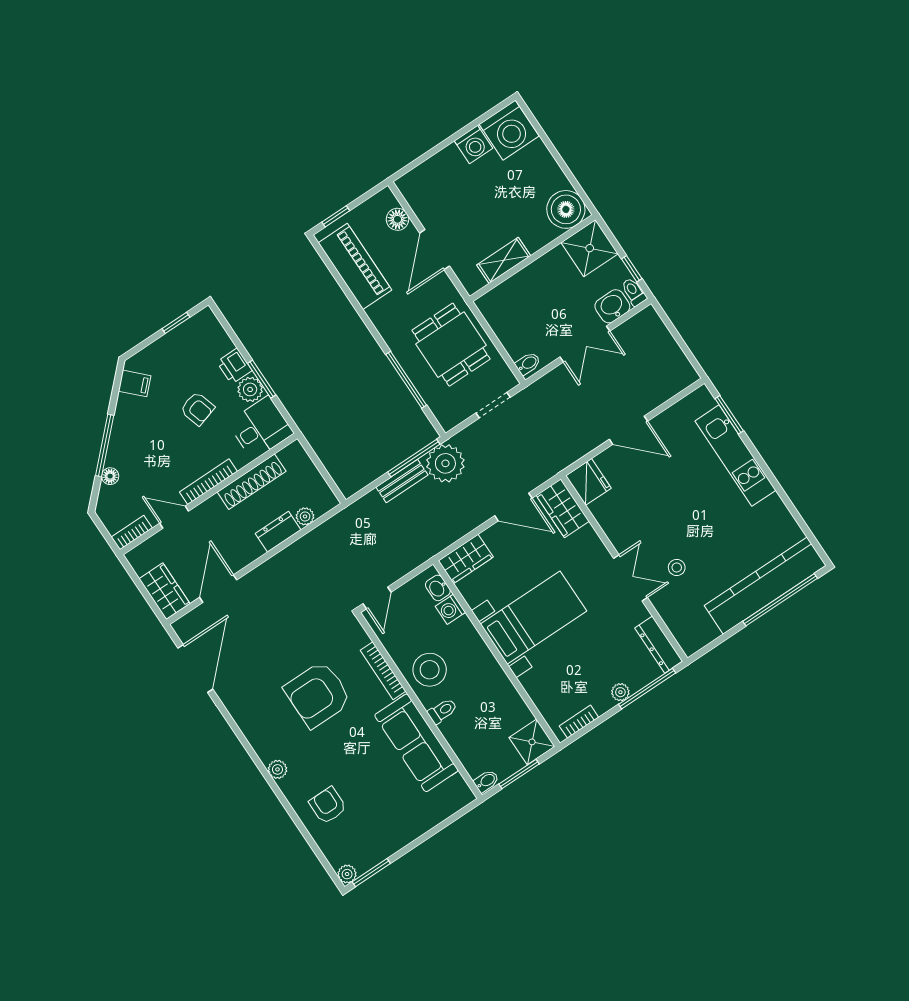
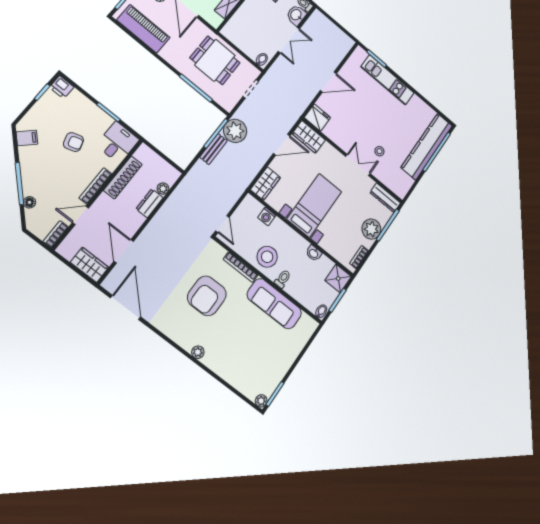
printer: (234, 366) -> (62, 87), moved
plant: (250, 389) -> (103, 121), removed
washbasin: (438, 588) -> (314, 253), moved
plant: (620, 692) -> (371, 229), width x1.87, depth x1.87
armchair: (328, 805) -> (236, 363), removed

